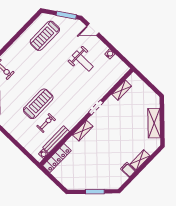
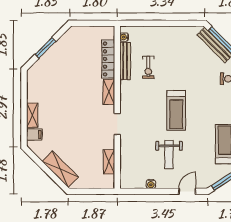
weight bench: (83, 61) -> (169, 154), turned -90
treadmill: (38, 104) -> (176, 110), moved
shelving: (154, 123) -> (60, 169), moved
locker: (57, 158) -> (108, 59), moved
filing cabinet: (128, 170) -> (34, 134), moved

